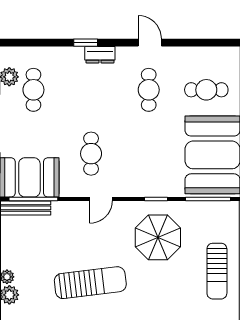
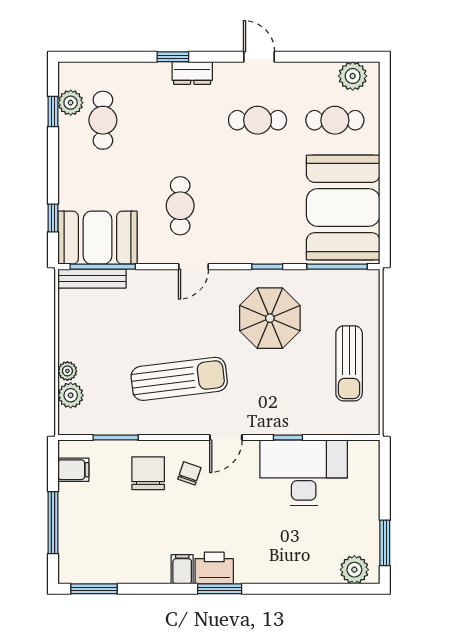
plant: (220, 57) -> (353, 76), added
cafe table: (149, 90) -> (258, 120), turned 90

